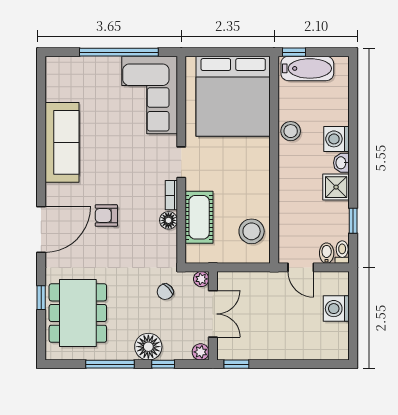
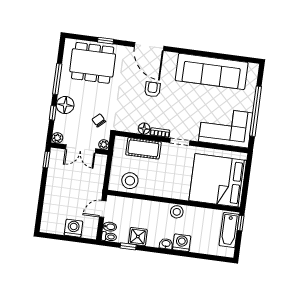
stool: (291, 131) -> (177, 212), moved
sofa: (62, 142) -> (212, 71), width x1.36, depth x1.27
shower: (336, 187) -> (138, 237), moved

